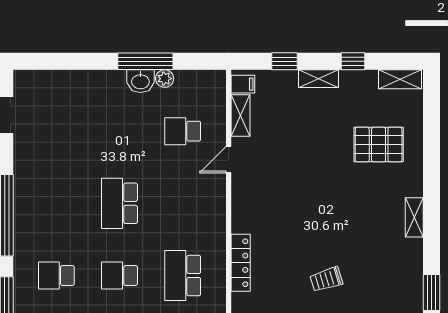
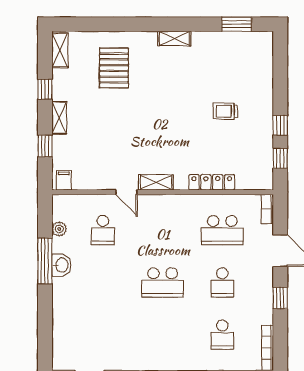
plant: (165, 79) -> (59, 229), moved
shelving: (240, 115) -> (156, 182), moved
trolley: (326, 279) -> (225, 111), turned 107

